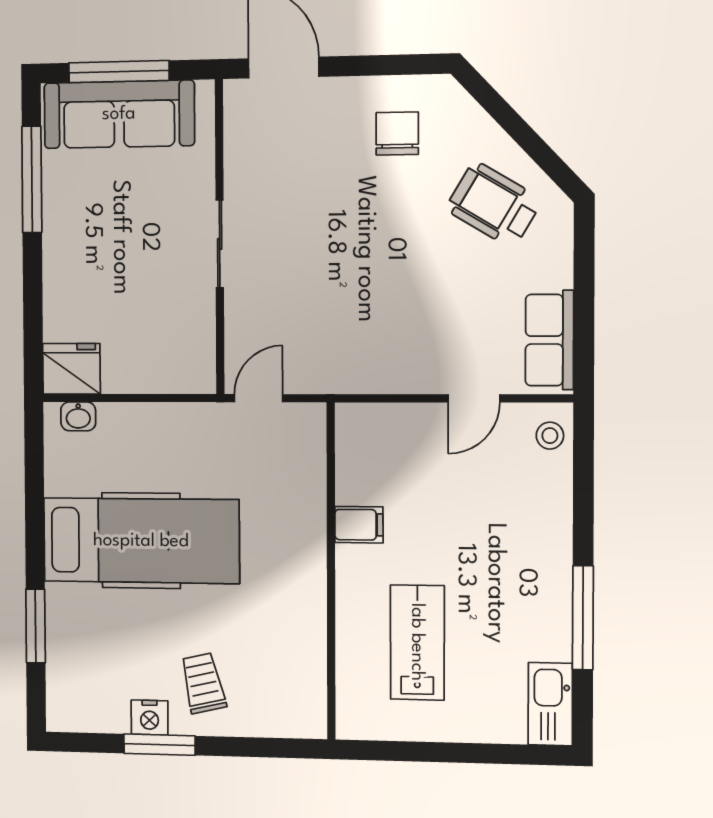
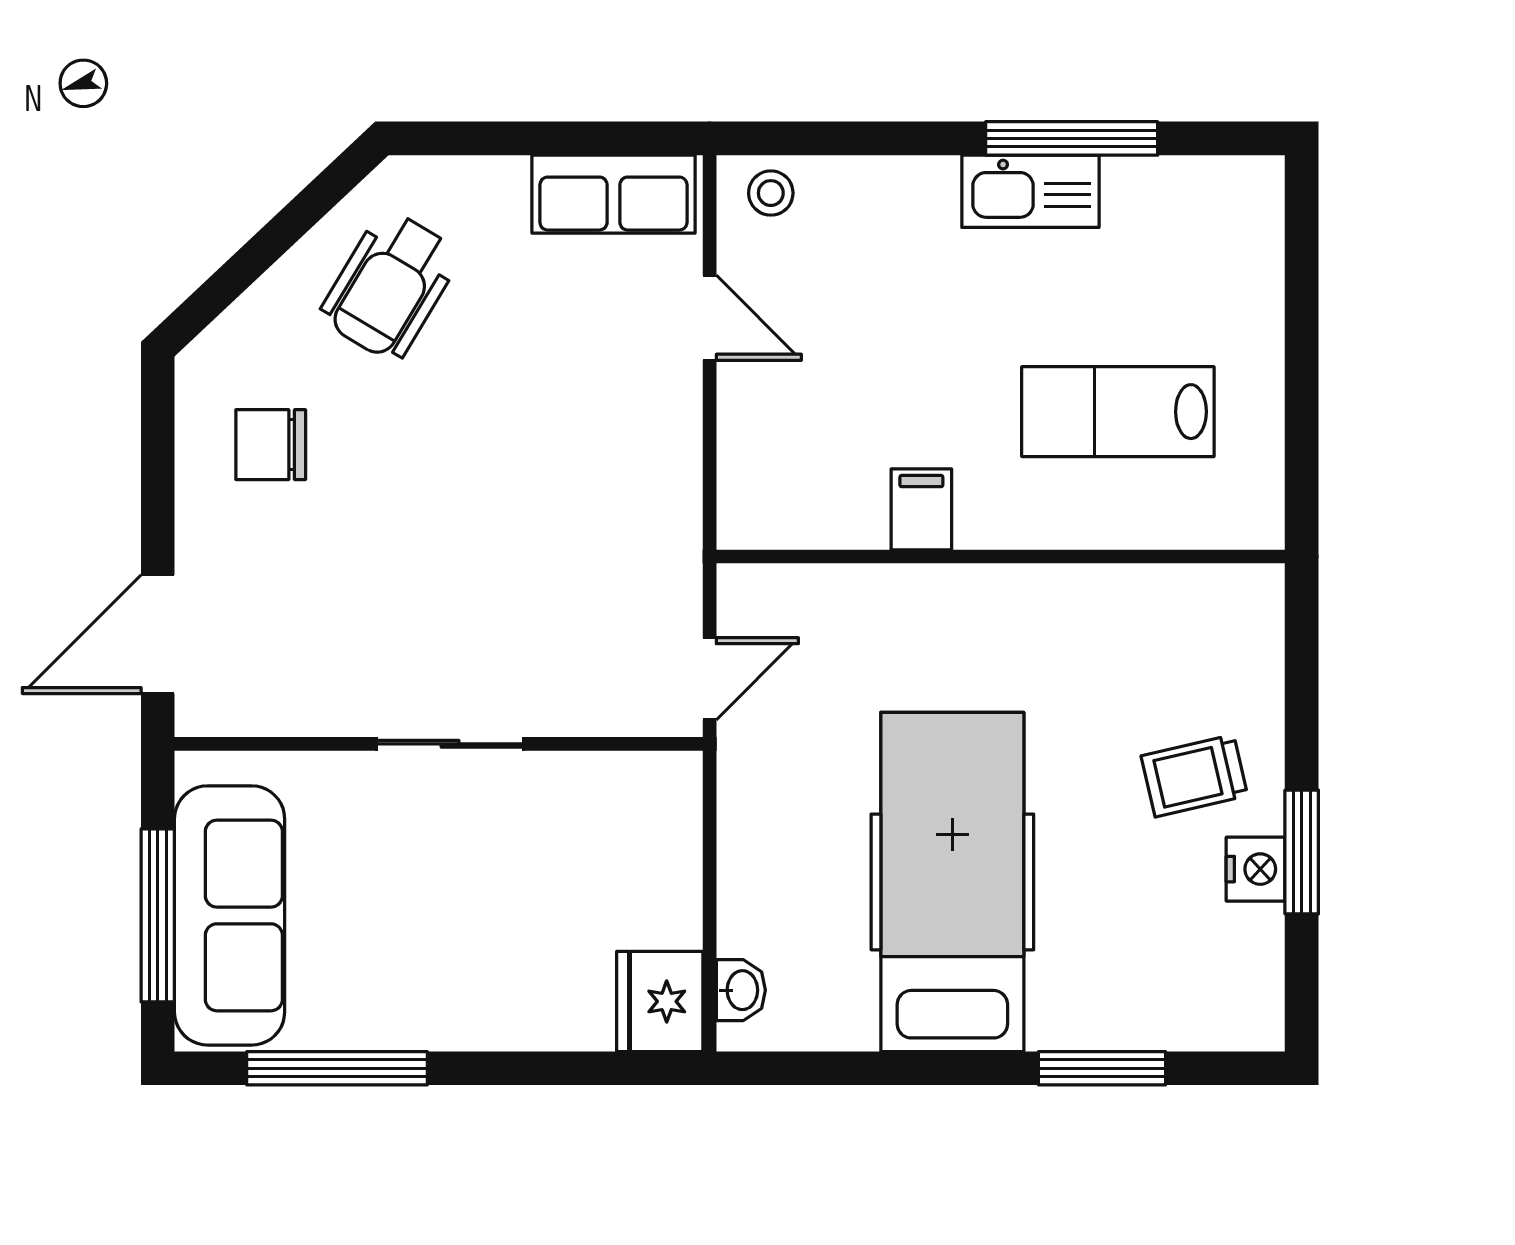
door: (258, 398) -> (710, 679), swing flipped
kitchen sink: (550, 704) -> (1030, 191), moved

